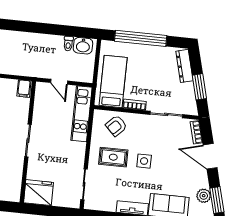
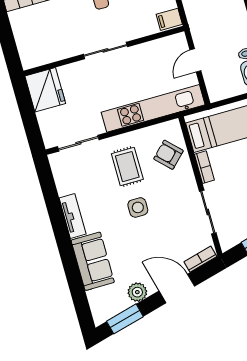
kitchen unit: (82, 114) -> (153, 108), width x1.36
door: (210, 156) -> (177, 289), hinge flipped
plant: (204, 196) -> (137, 292), moved

